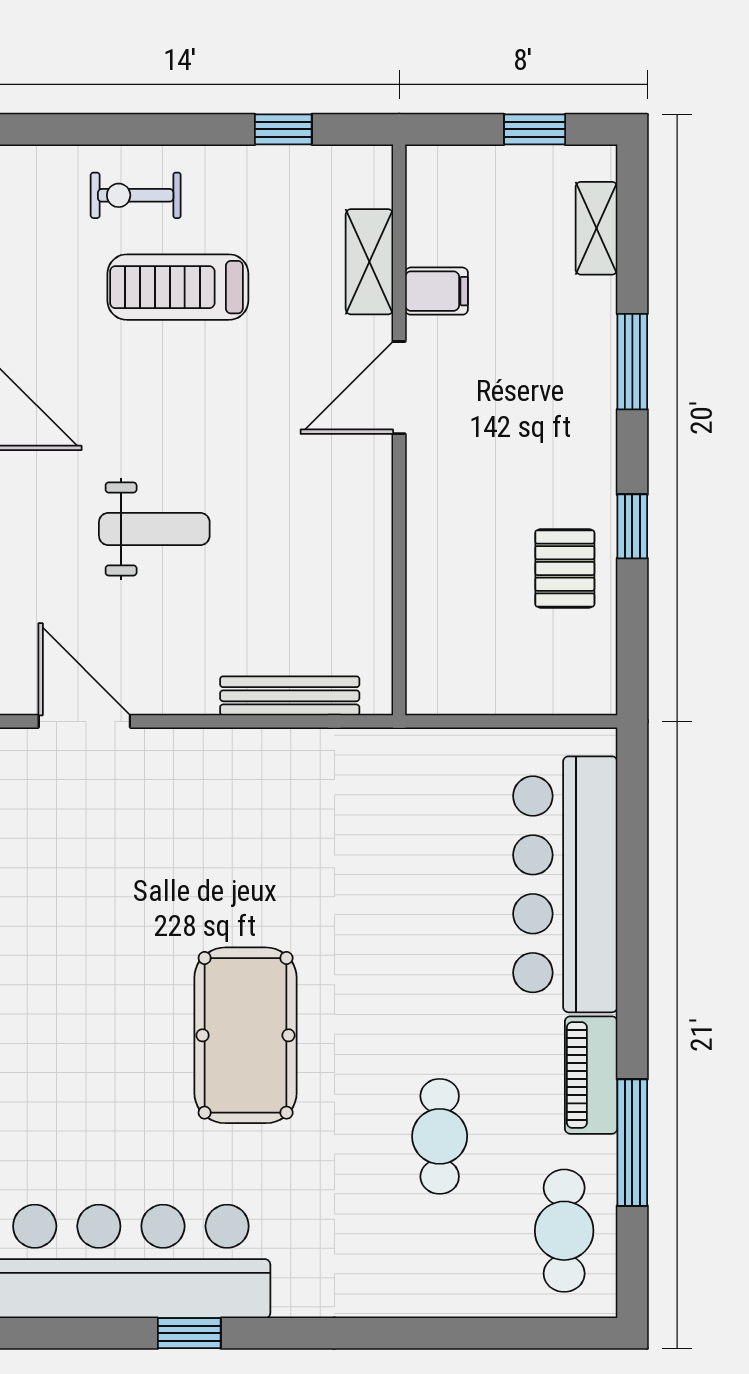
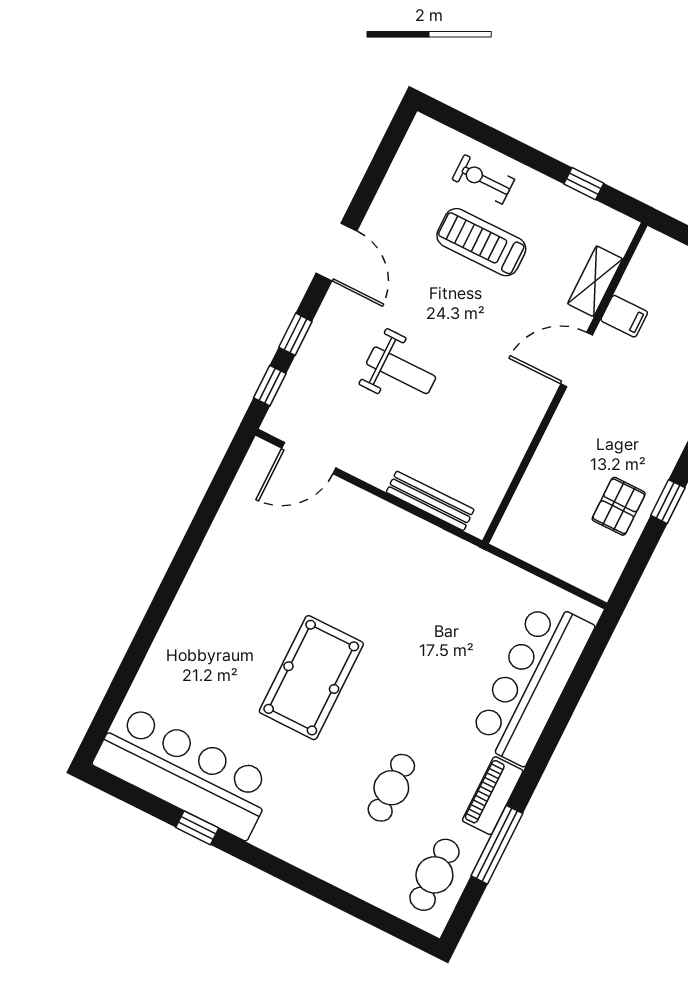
door: (84, 721) -> (309, 458), swing flipped

